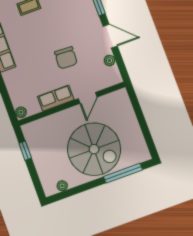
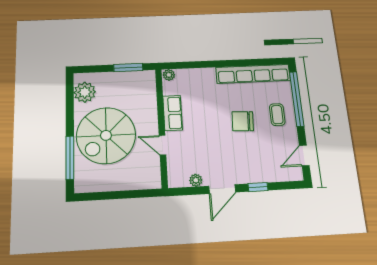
chair: (66, 58) -> (243, 121), moved
window: (25, 151) -> (128, 68), width x1.50
plant: (62, 186) -> (85, 92), width x1.88, depth x1.88

